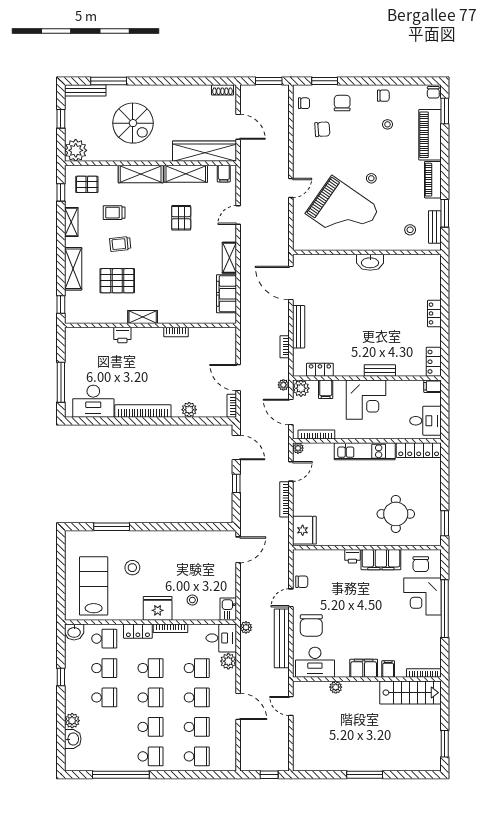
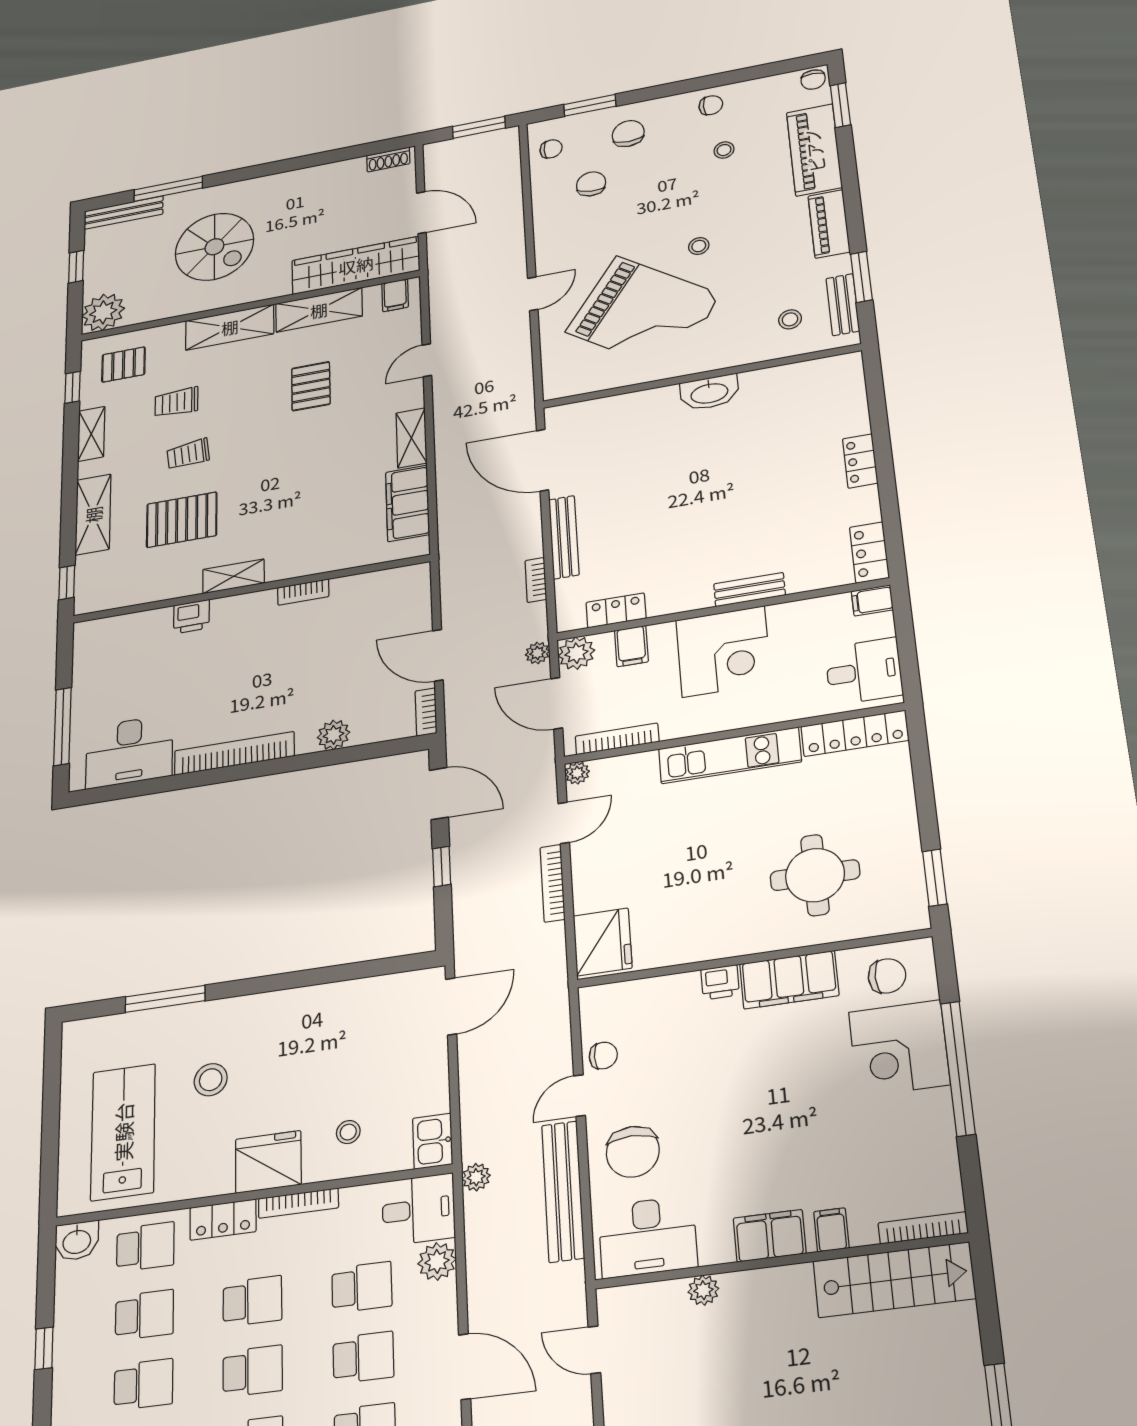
chair: (322, 129) -> (591, 184), turned -80
chair: (421, 564) -> (887, 976), turned -90

